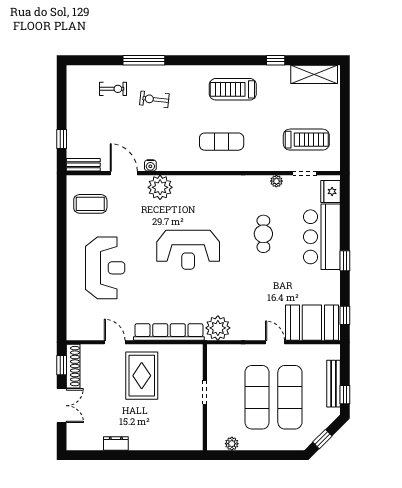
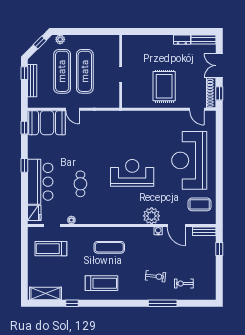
reception desk: (105, 268) -> (189, 160), width x1.36, depth x1.30
plant: (218, 328) -> (112, 119), removed
row of seats: (169, 332) -> (145, 116), removed
door: (115, 342) -> (197, 109), moved
bench: (84, 443) -> (204, 40), added
plant: (232, 444) -> (60, 39), moved

